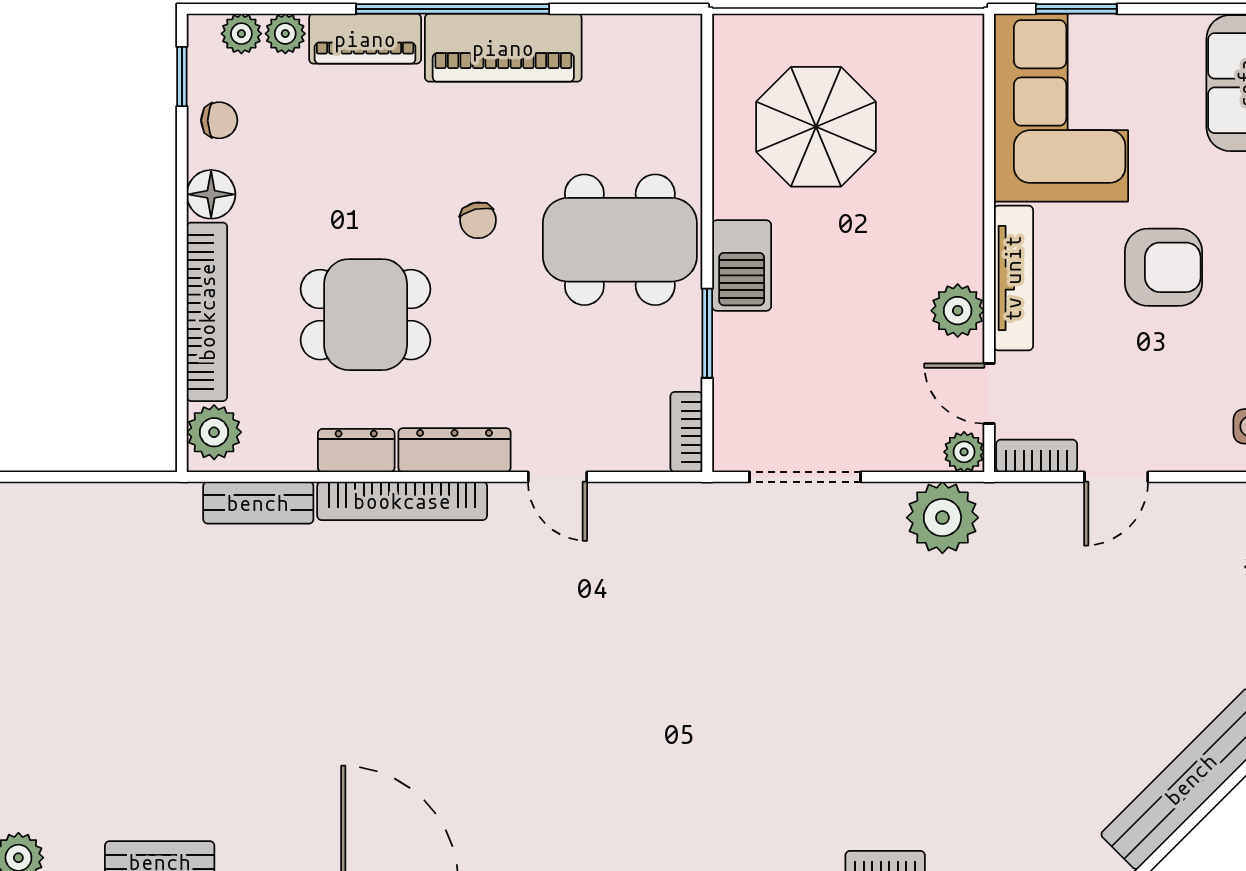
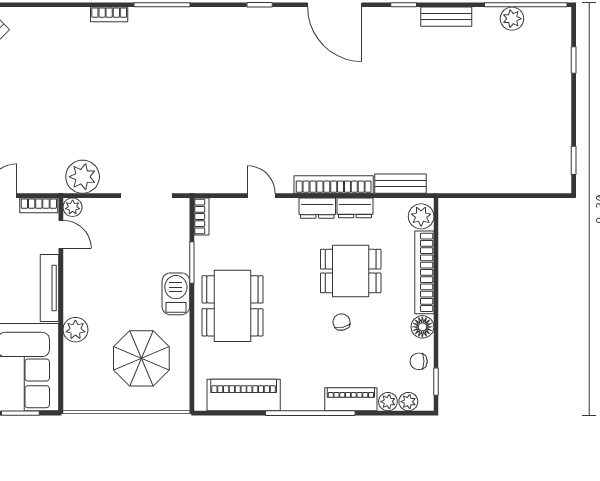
piano: (503, 48) -> (244, 395), moved
chair: (478, 220) -> (342, 322), moved
dining table: (620, 240) -> (232, 306), turned 90
plant: (958, 311) -> (75, 330), moved
dresser: (455, 450) -> (317, 208), width x0.70

